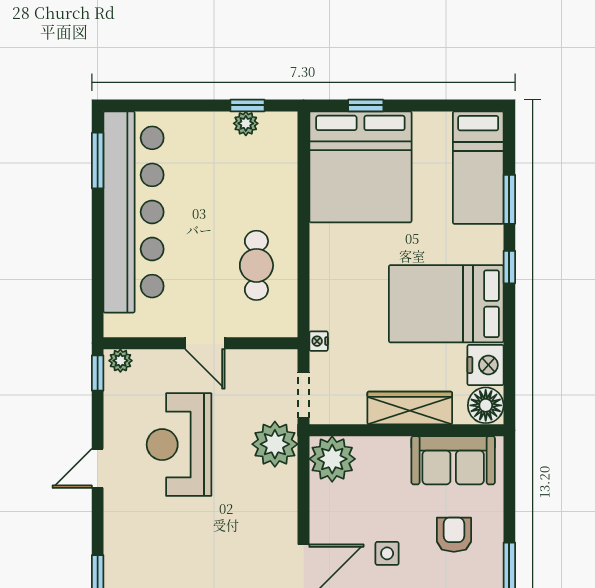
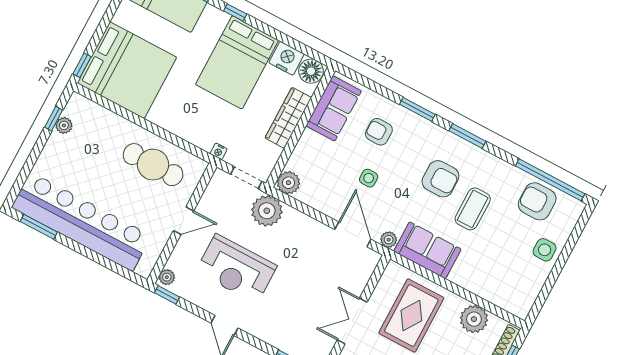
window: (366, 105) -> (82, 65), moved
cafe table: (256, 265) -> (153, 165), width x1.37, depth x1.35
plant: (332, 459) -> (288, 183), width x0.73, depth x0.73

